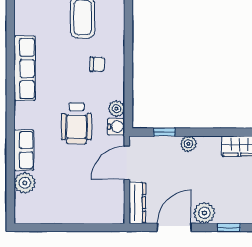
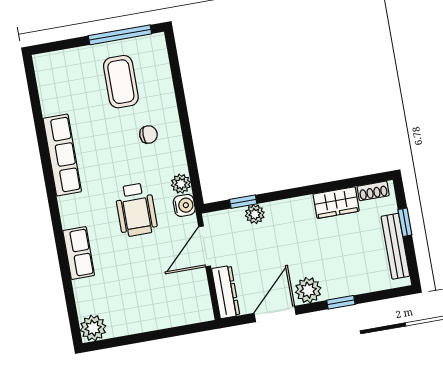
plant: (188, 144) -> (255, 214), moved
plant: (25, 183) -> (93, 328), moved

